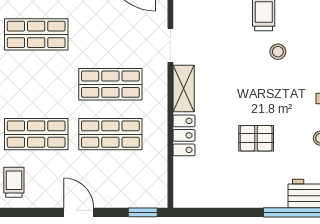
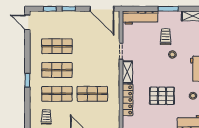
shop shelf: (110, 84) -> (57, 70), moved
locker: (184, 135) -> (128, 100), width x1.53
pallet: (256, 138) -> (162, 96), width x1.50, depth x1.42

